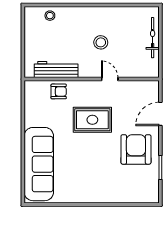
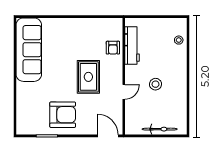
door: (160, 114) -> (108, 136), moved
sofa: (39, 164) -> (29, 50), moved, turned -90

